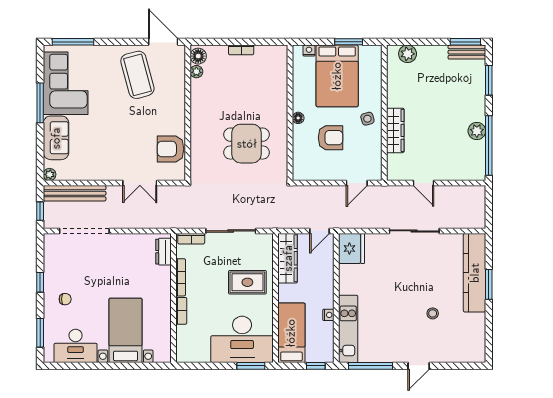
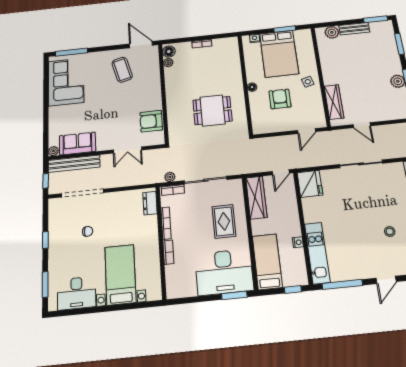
bench: (467, 52) -> (354, 29), moved
coffee table: (137, 75) -> (122, 70), width x0.73, depth x0.76
window: (40, 103) -> (46, 98), removed
wardrobe: (395, 130) -> (334, 102), moved
sofa: (56, 138) -> (77, 144), moved, turned -90
armchair: (330, 138) -> (280, 99), turned -90
plant: (189, 222) -> (170, 177), added
rug: (247, 282) -> (224, 221), turned 90
chair: (65, 299) -> (88, 231), moved

